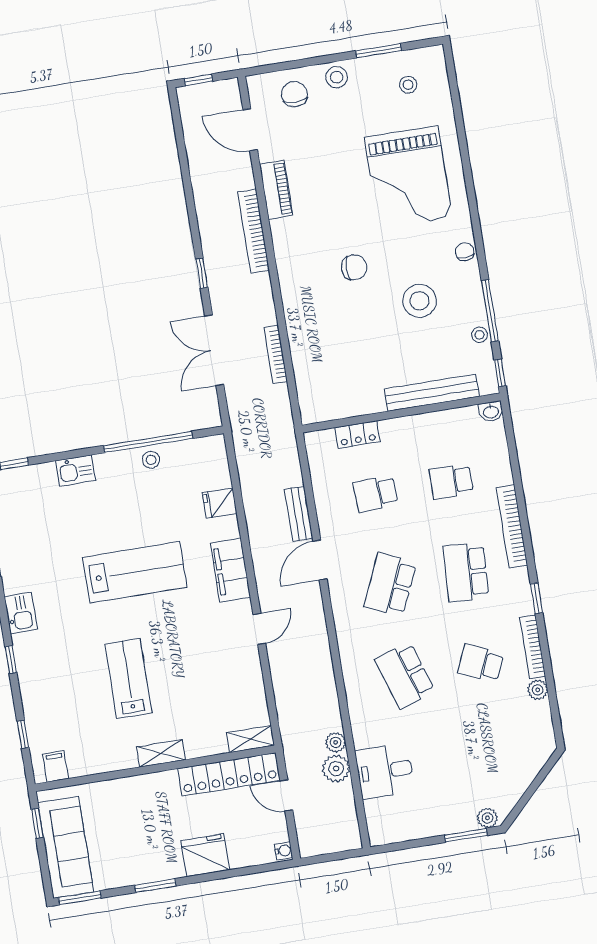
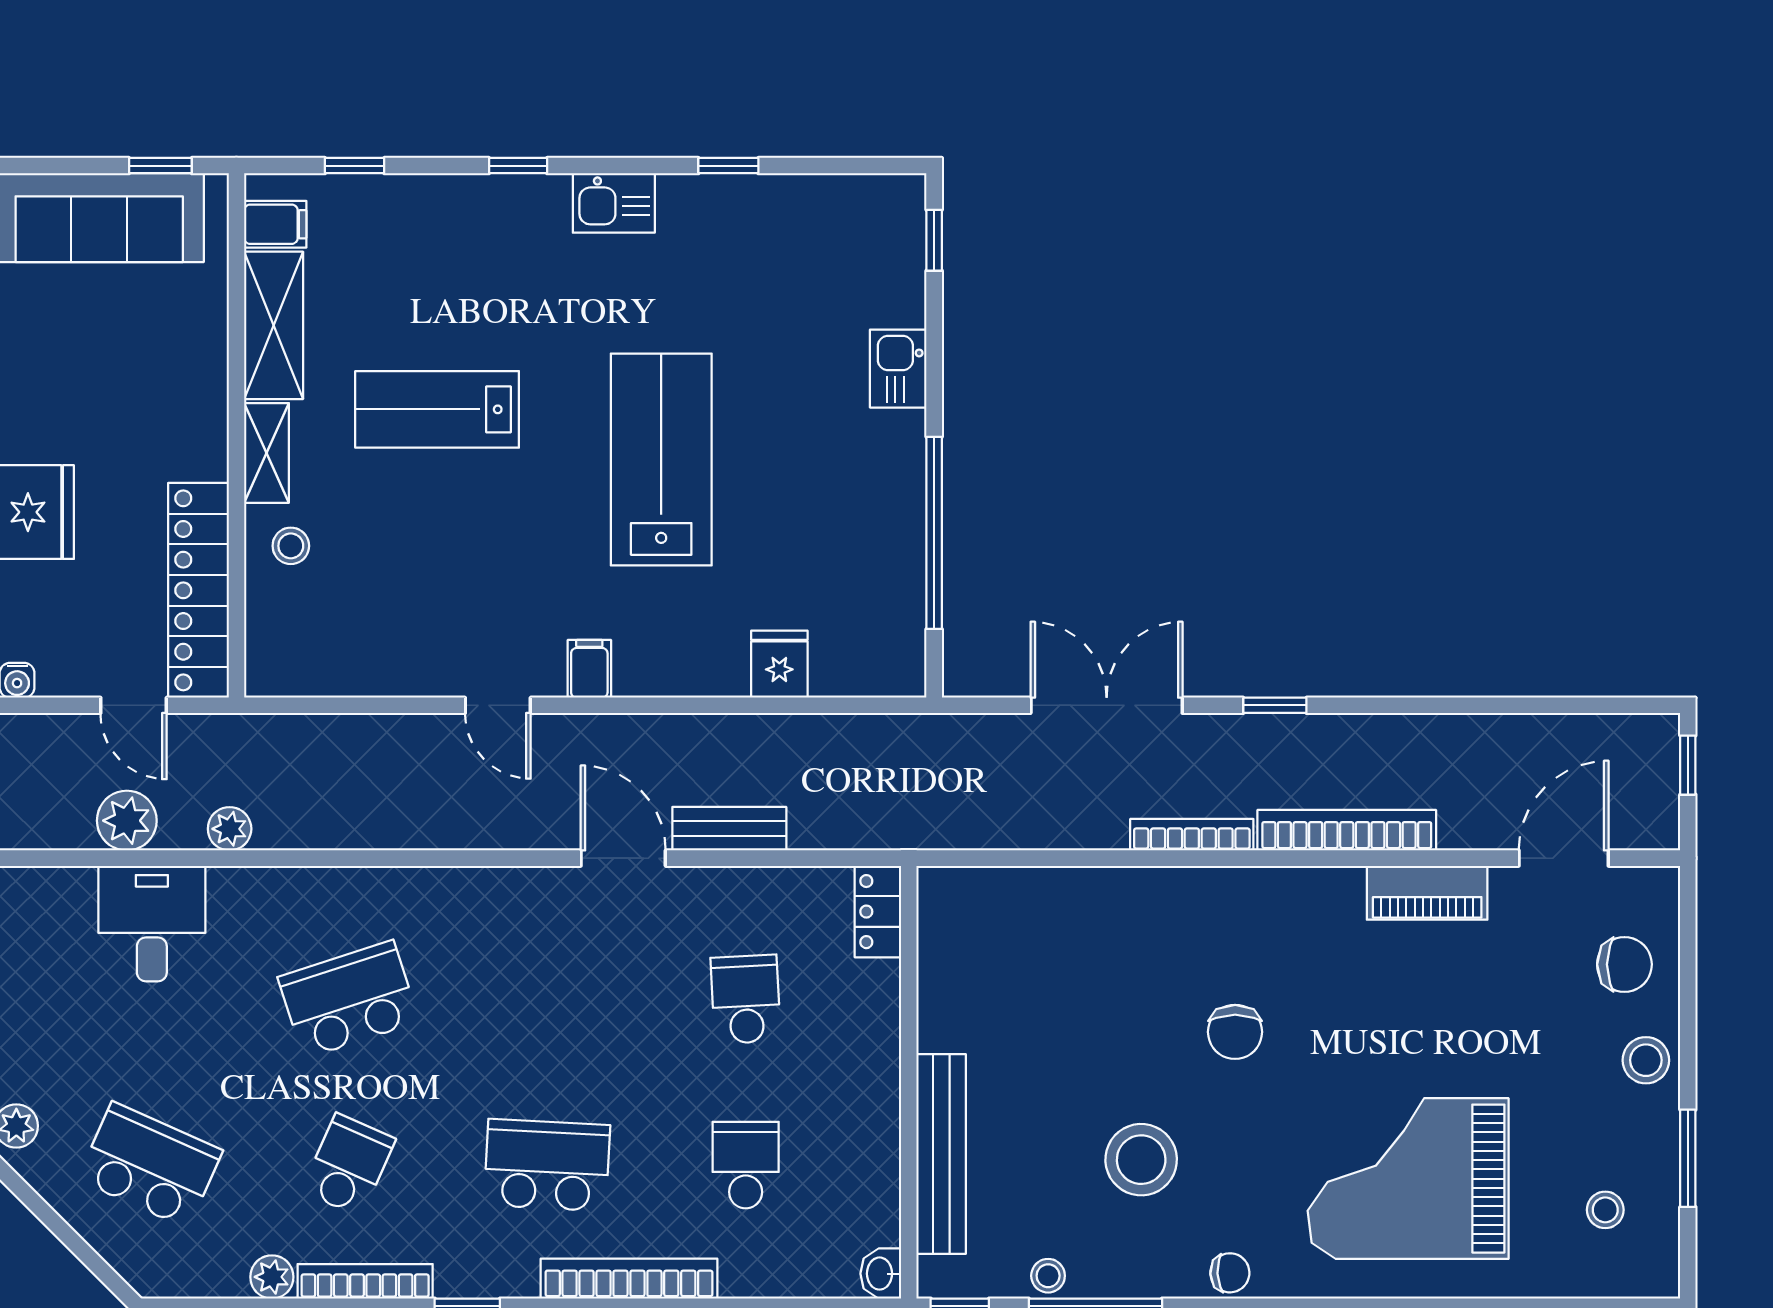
bookcase: (276, 354) -> (1192, 835), moved
locker: (357, 434) -> (878, 912), moved
stool: (151, 460) -> (291, 546), moved
filing cabinet: (230, 570) -> (589, 669), width x0.33, depth x0.86
lab bench: (135, 572) -> (661, 459), turned 180
school desk: (390, 584) -> (150, 1165), moved
lab bench: (128, 679) -> (437, 409), turned 180
shelving: (251, 739) -> (274, 325), moved, width x1.50, depth x1.33
plant: (336, 769) -> (127, 821), moved
door: (286, 796) -> (134, 705), swing flipped

